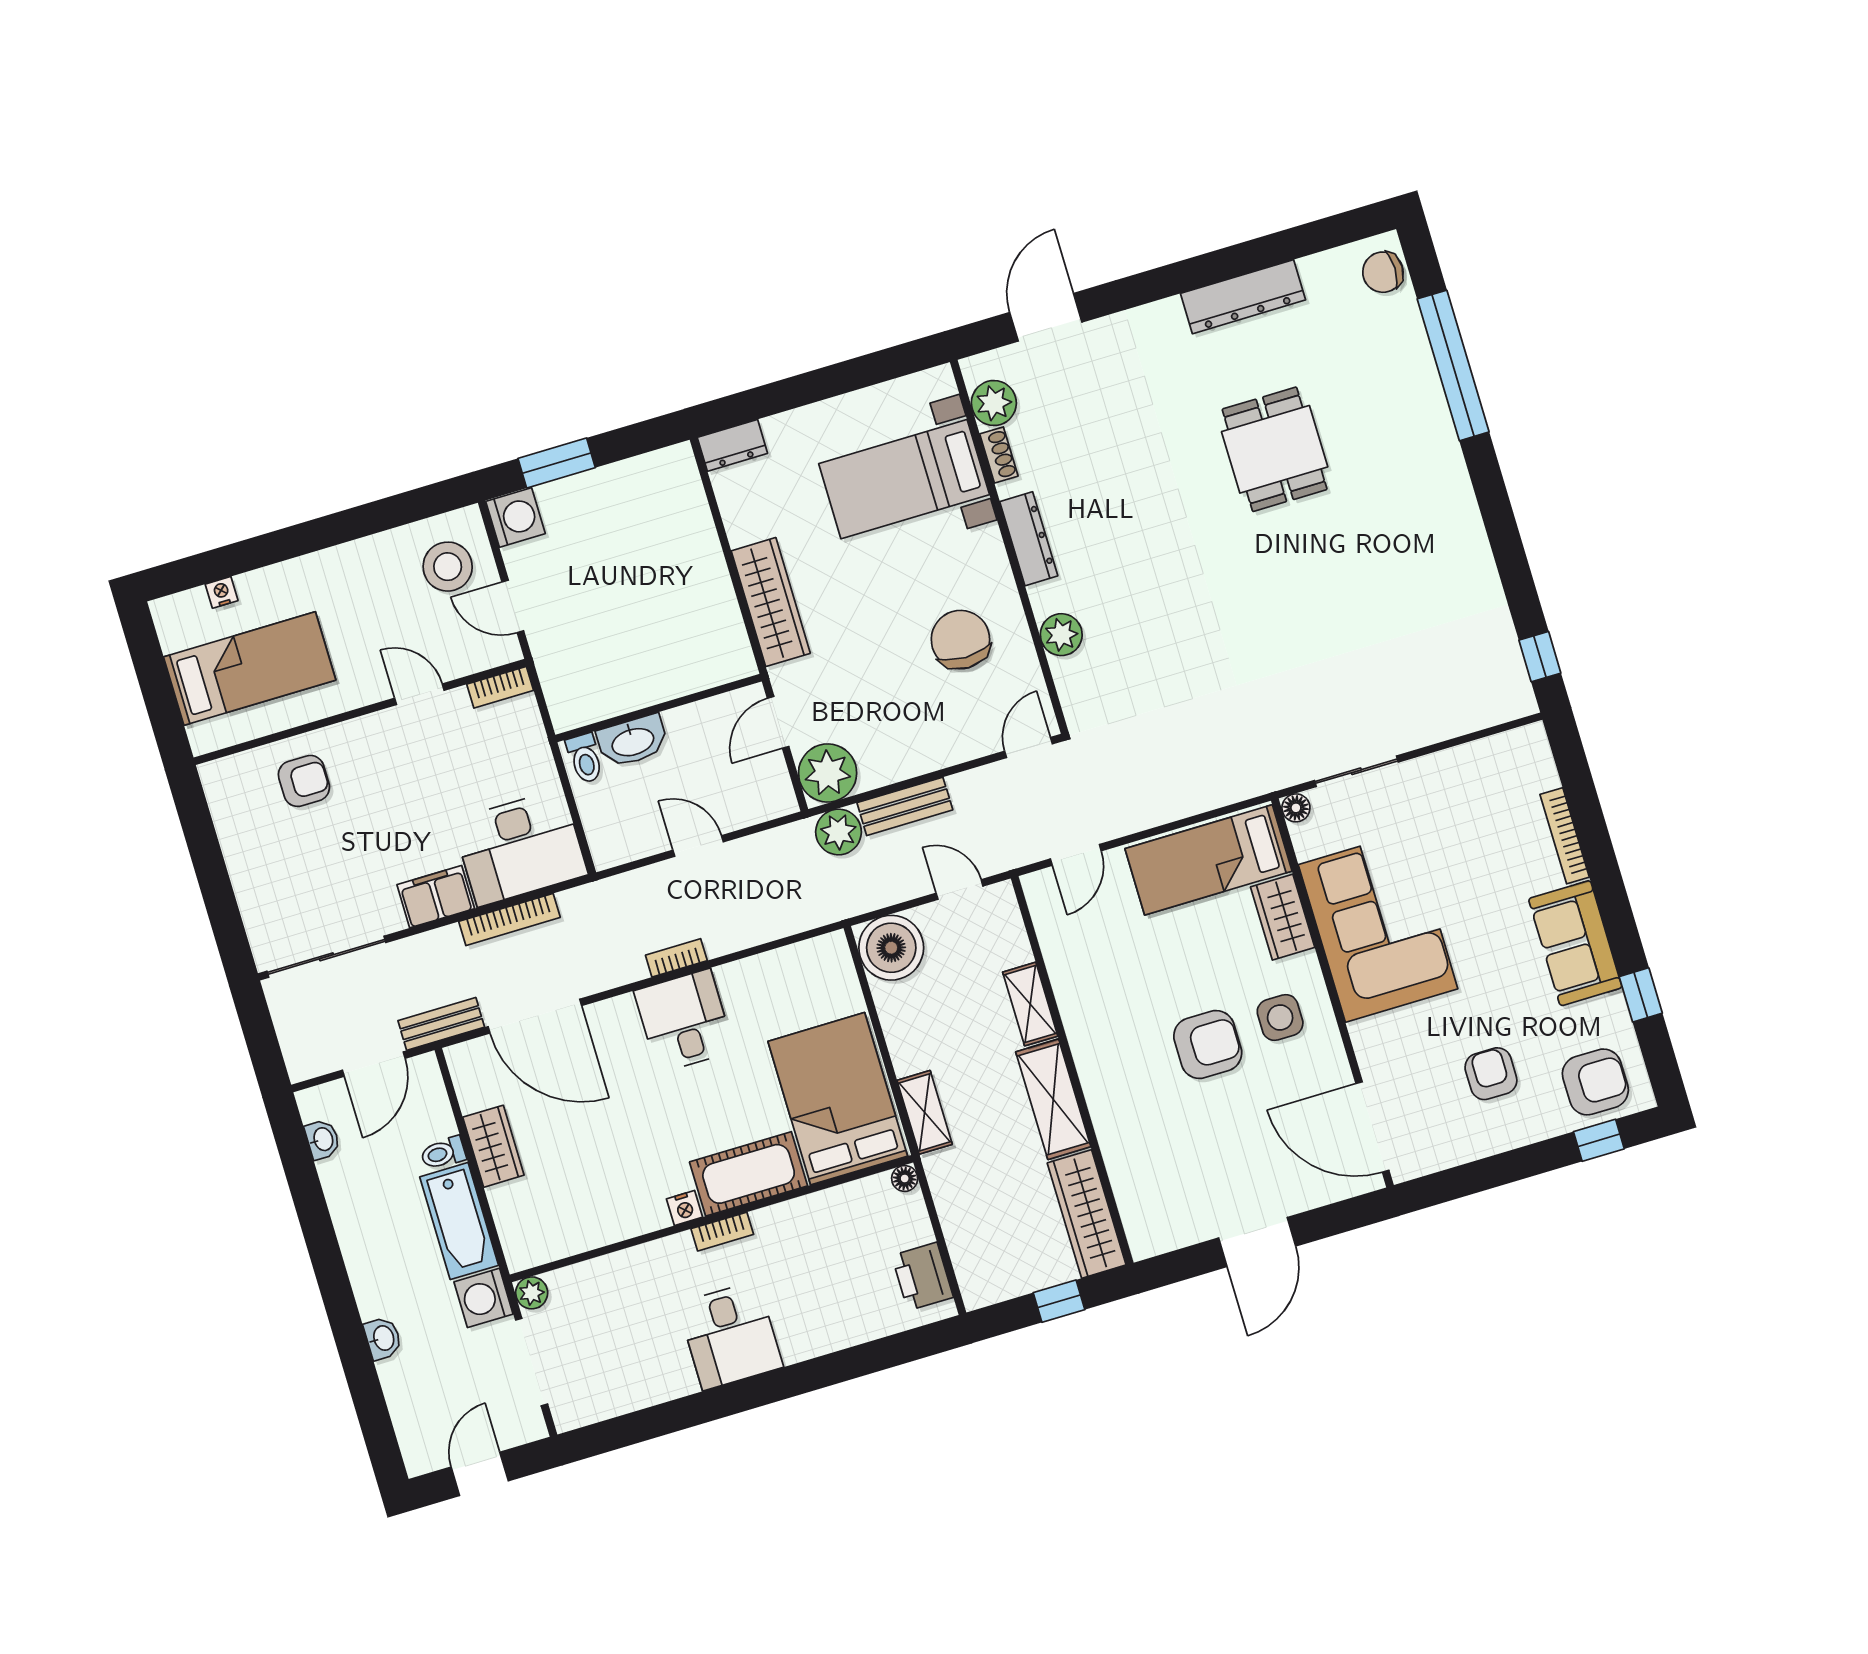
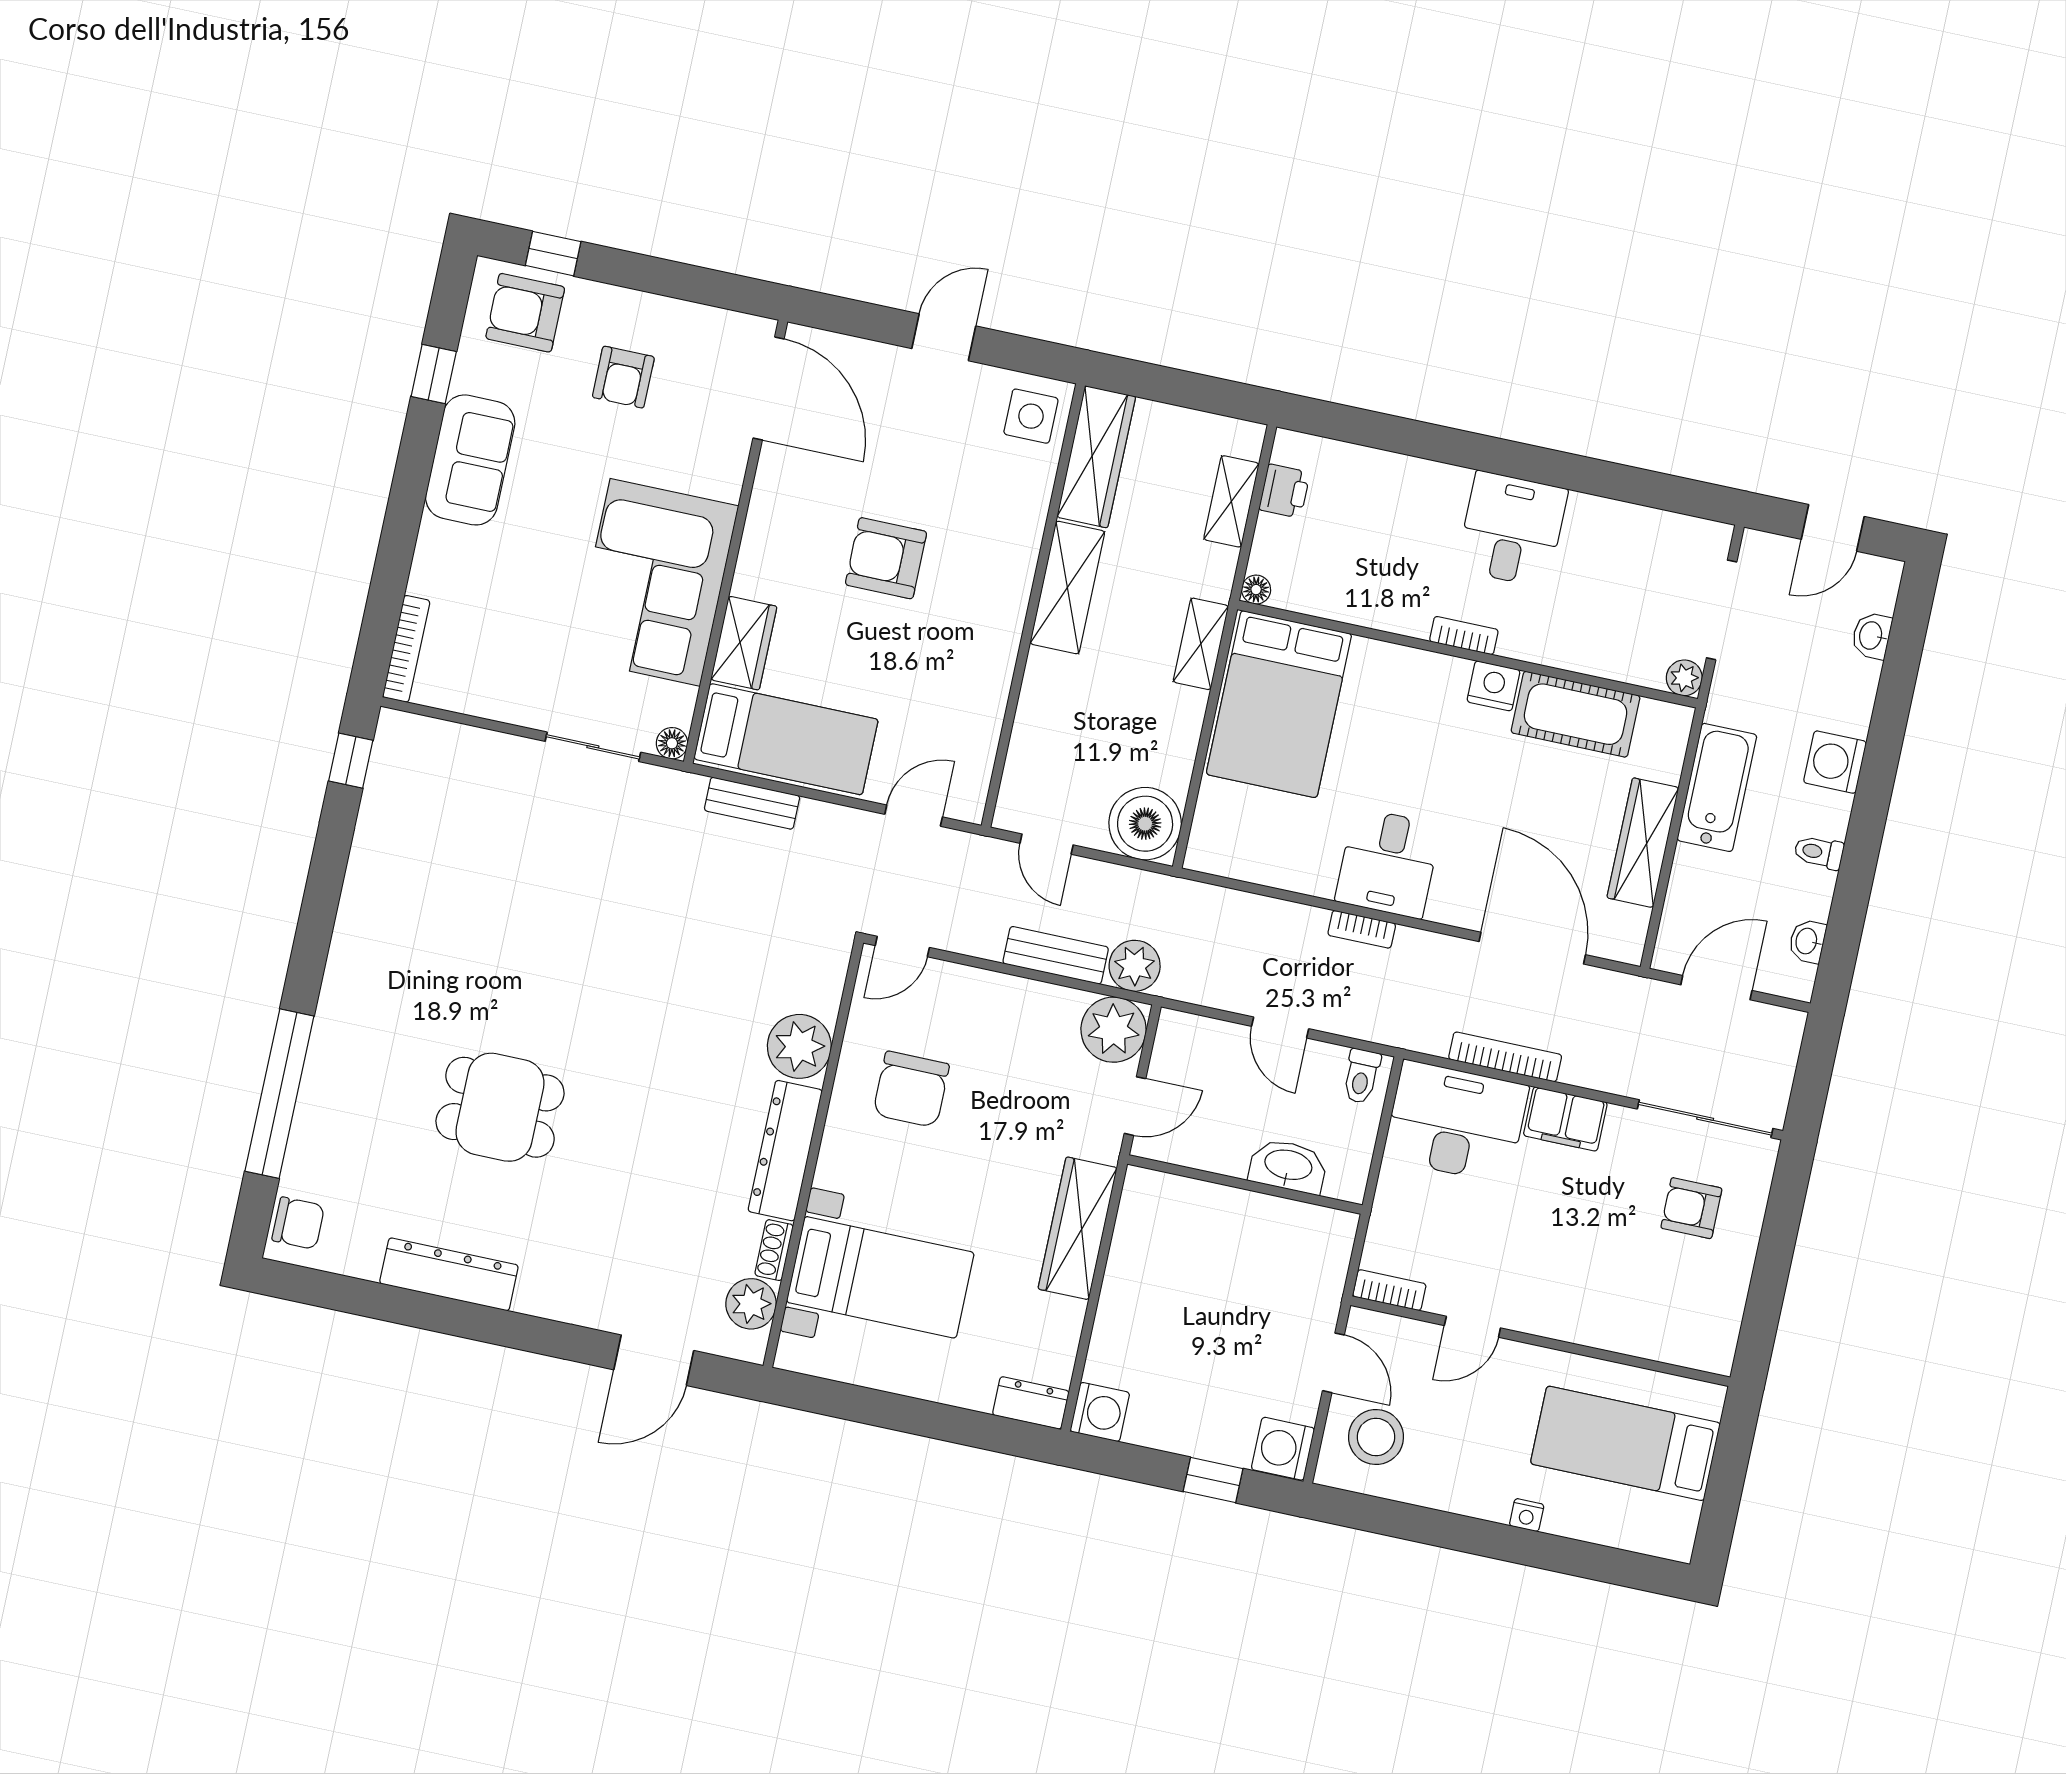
dining table: (1275, 449) -> (500, 1107), turned 90
window: (557, 463) -> (1213, 1480), width x0.67
washing machine: (675, 468) -> (1100, 1412), added
dresser: (1029, 539) -> (785, 1151), width x1.37, depth x1.24
nightstand: (222, 592) -> (1527, 1515), moved
plant: (1061, 635) -> (799, 1046), width x1.36, depth x1.36
door: (419, 694) -> (1472, 1327), hinge flipped
toilet: (585, 758) -> (1361, 1076), moved, turned 180
armchair: (304, 781) -> (1691, 1208), moved
bookcase: (1565, 836) -> (406, 649), moved
shelving: (1030, 1004) -> (1231, 501), moved
side table: (1280, 1017) -> (1031, 416), moved
bench: (441, 1024) -> (752, 803), moved
wardrobe: (493, 1146) -> (1643, 843), width x1.50
toilet: (443, 1153) -> (1819, 852), moved, turned 180
cot: (749, 1174) -> (1576, 714), moved
nightstand: (684, 1208) -> (1494, 686), width x1.39, depth x1.35
door: (1257, 1242) -> (944, 337), width x0.73
printer: (922, 1276) -> (1284, 491), width x0.73, depth x0.81
washing machine: (483, 1298) -> (1835, 762), moved, turned 180
window: (1059, 1301) -> (1170, 386), removed
washbasin: (383, 1338) -> (1872, 636), moved

